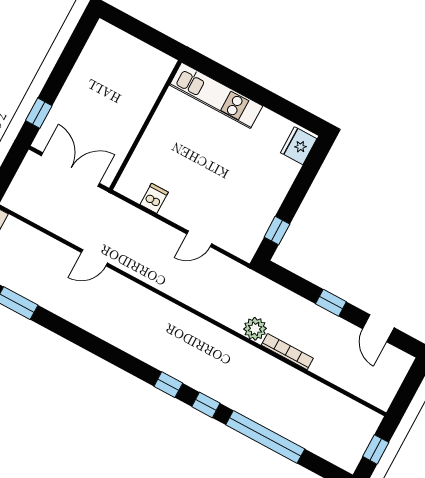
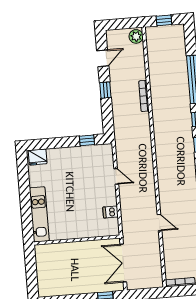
plant: (255, 329) -> (136, 36), moved

